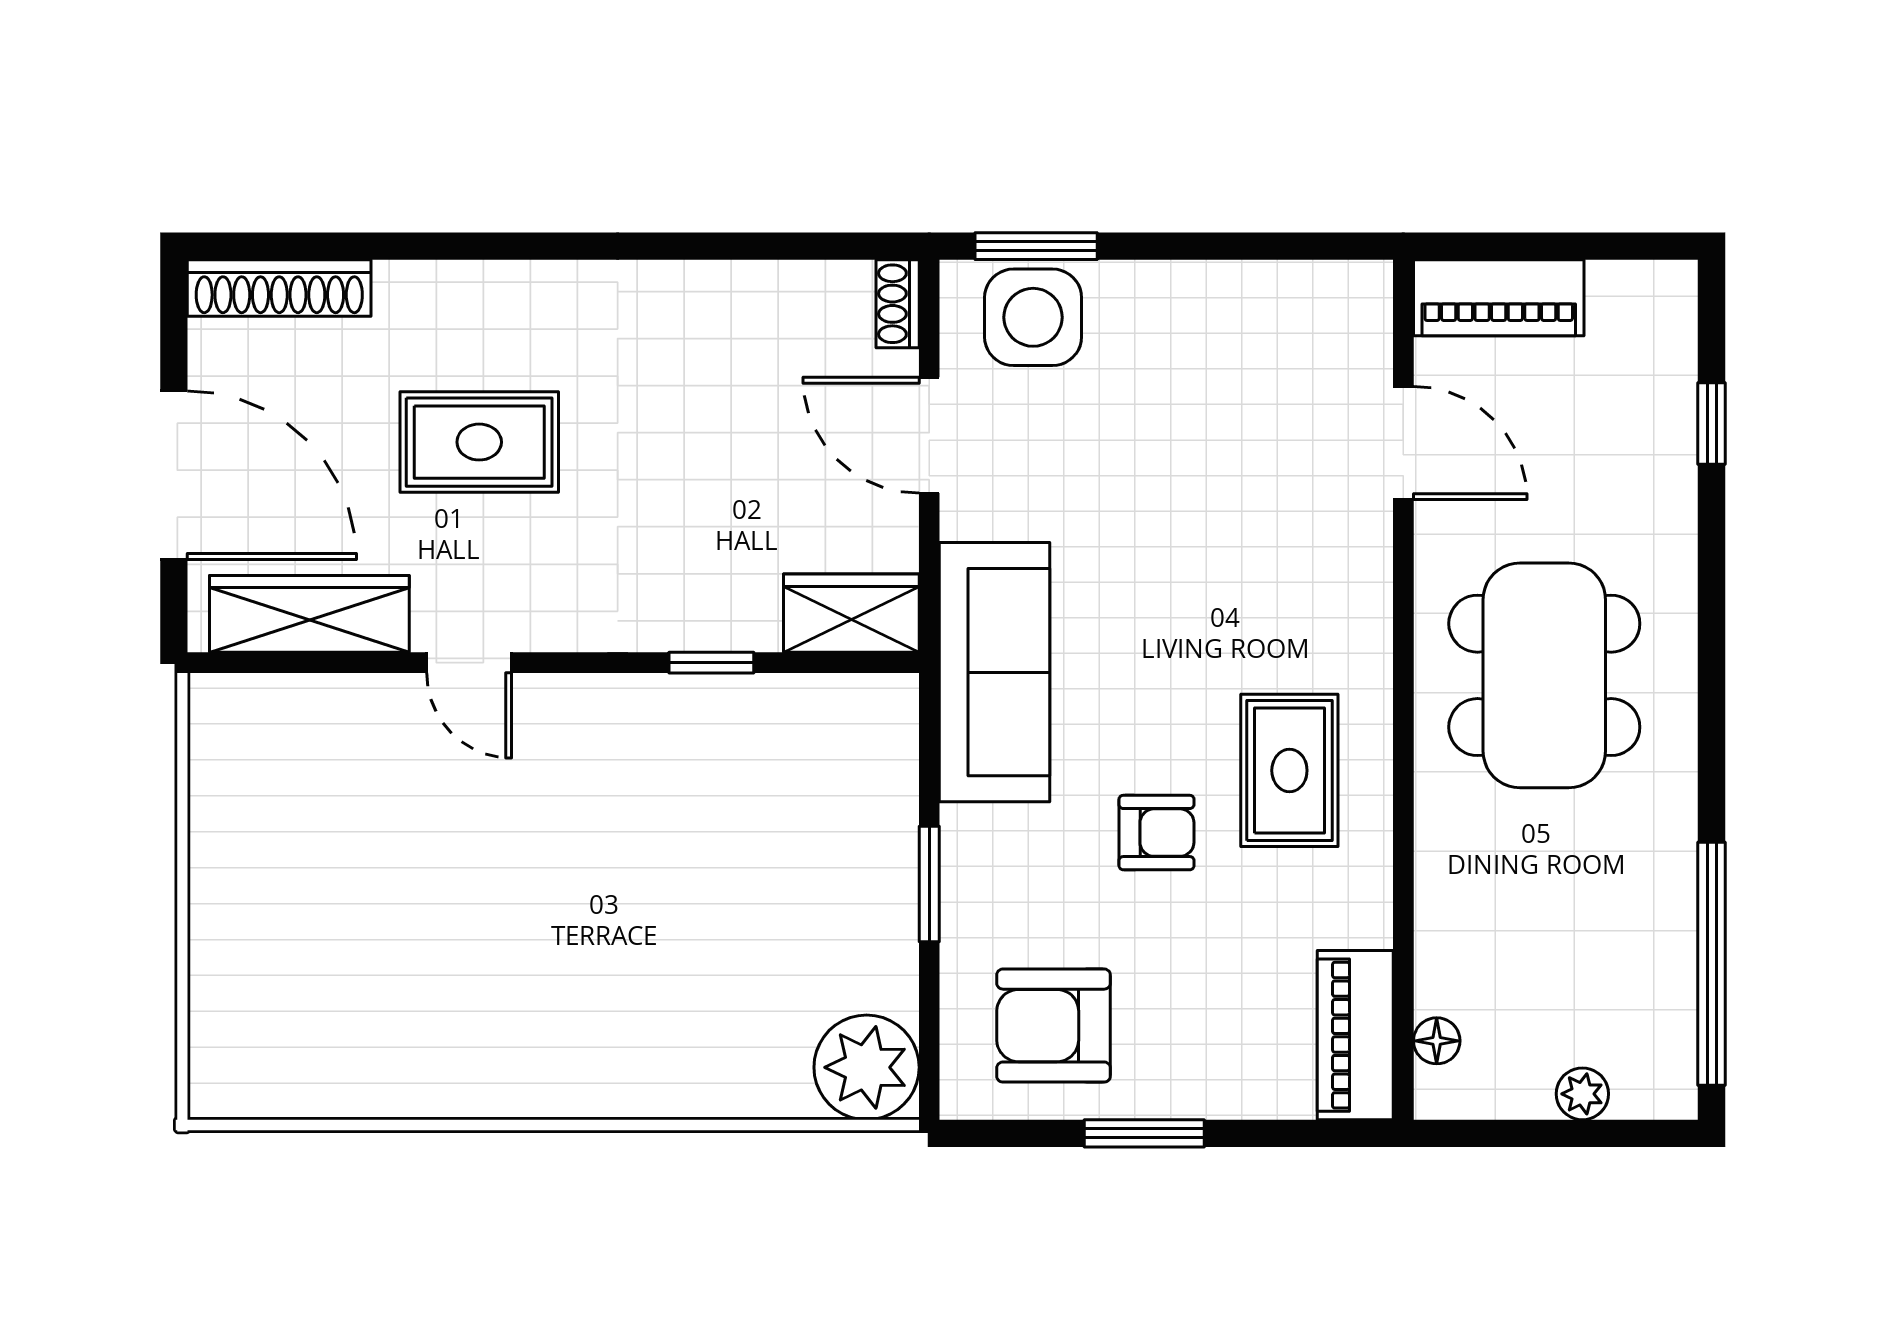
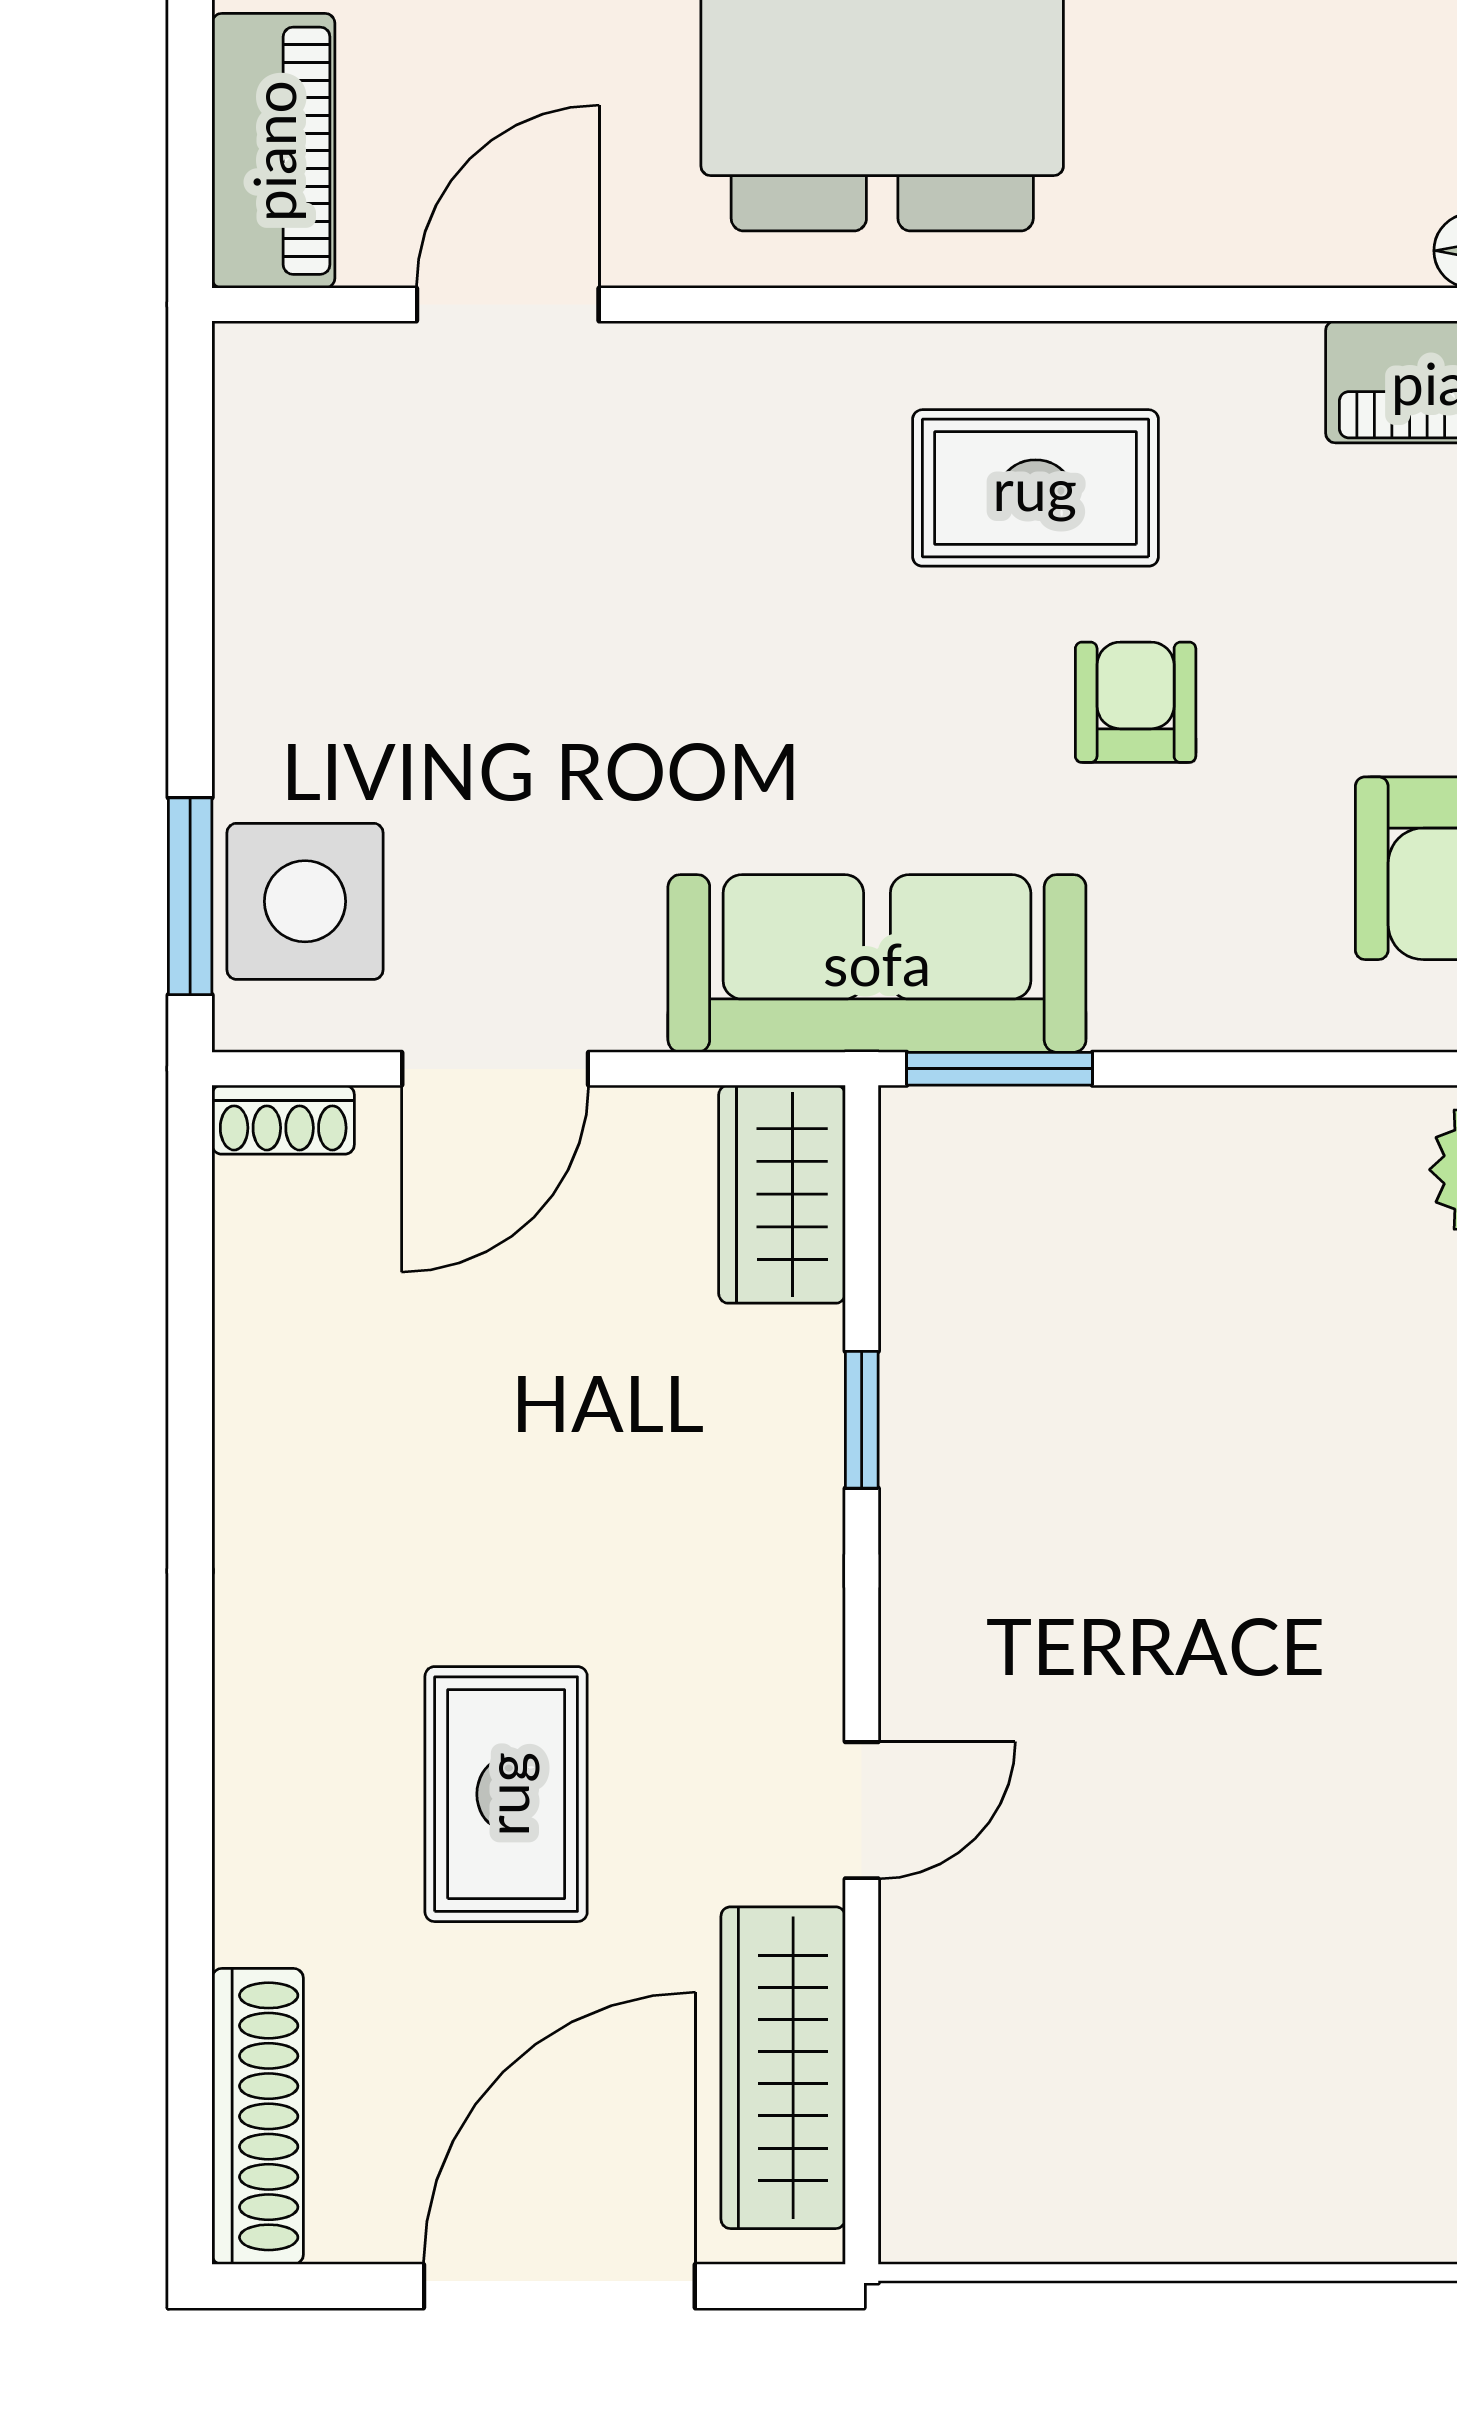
window: (929, 884) -> (999, 1069), moved

